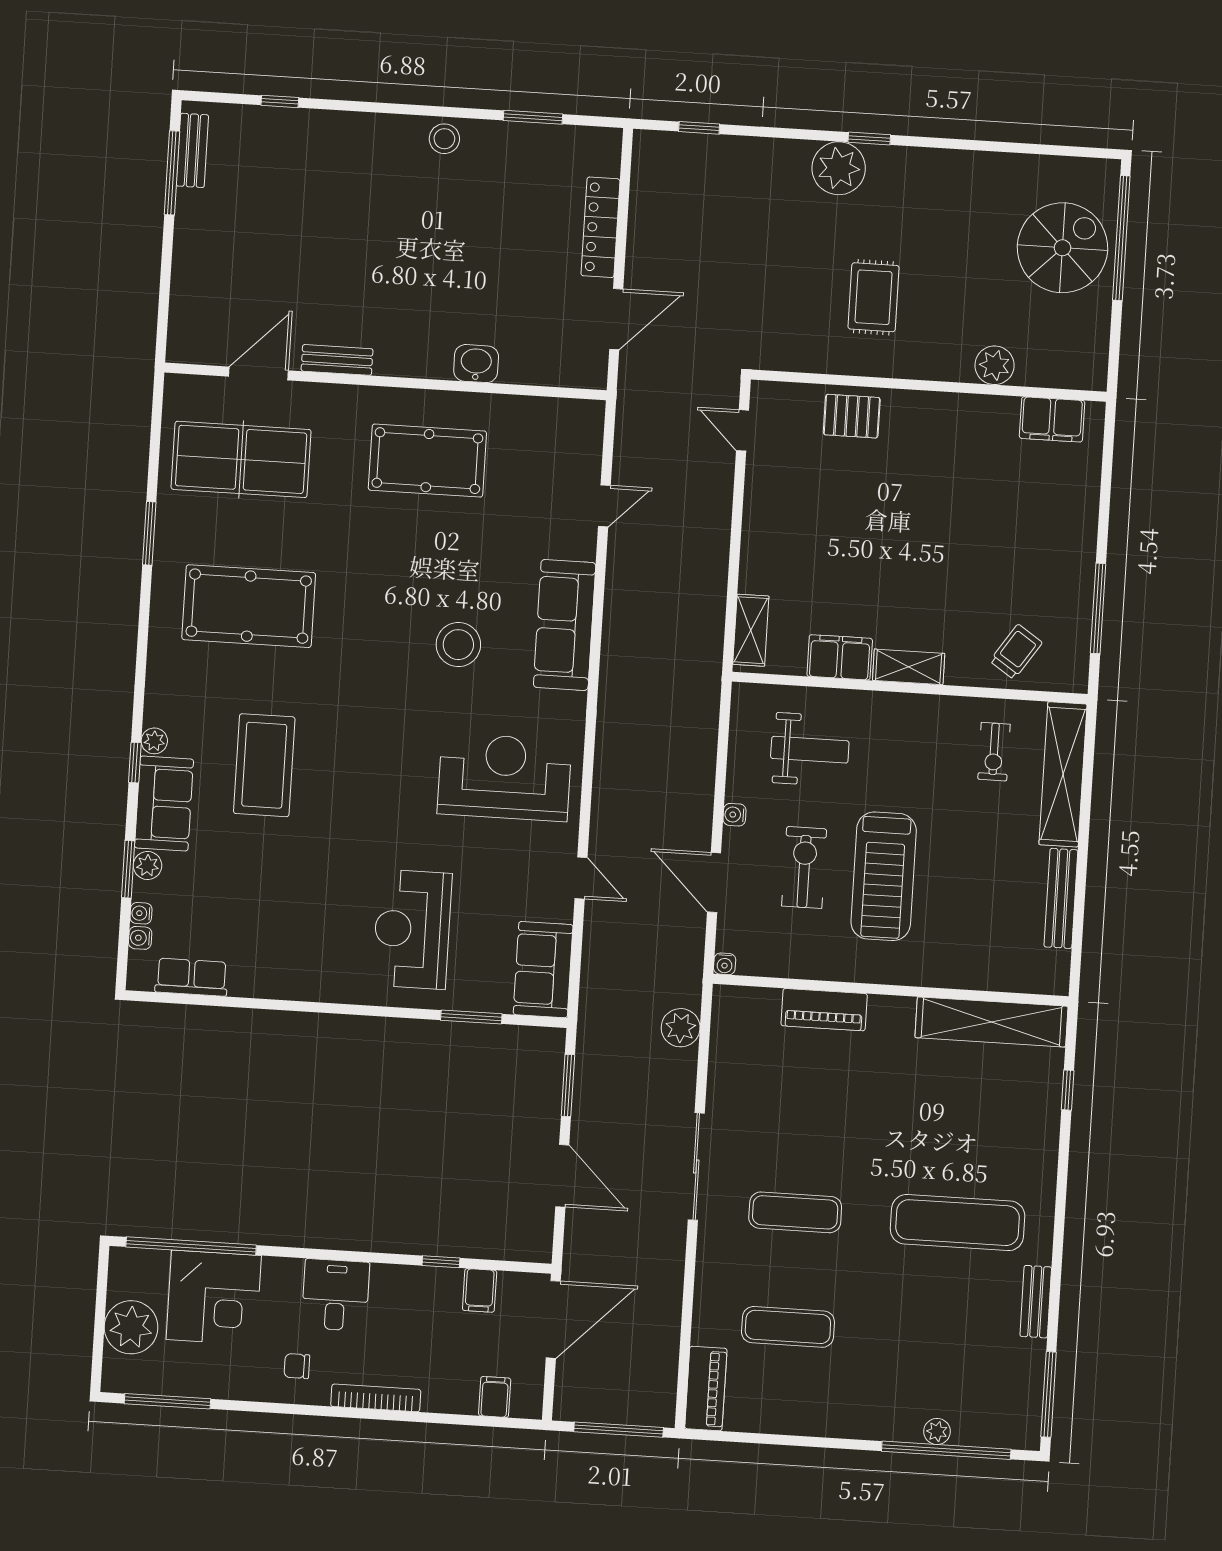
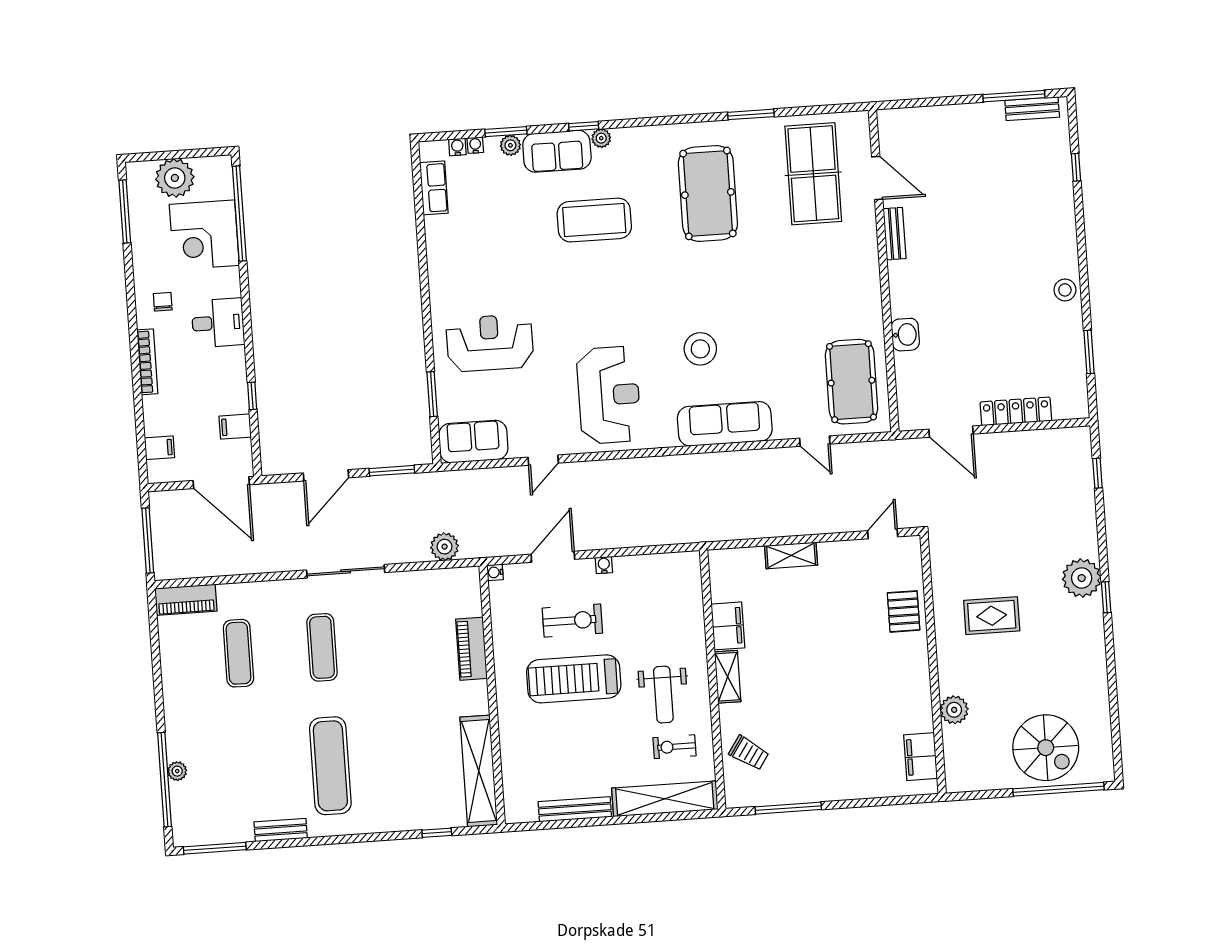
pool table: (427, 461) -> (852, 382), moved
shelving: (751, 630) -> (791, 555), moved
weight bench: (810, 750) -> (663, 695), moved

